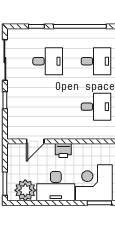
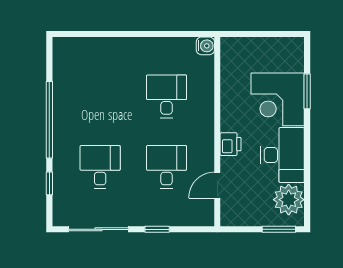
desk: (96, 61) -> (167, 167), moved
door: (35, 141) -> (217, 185), swing flipped

